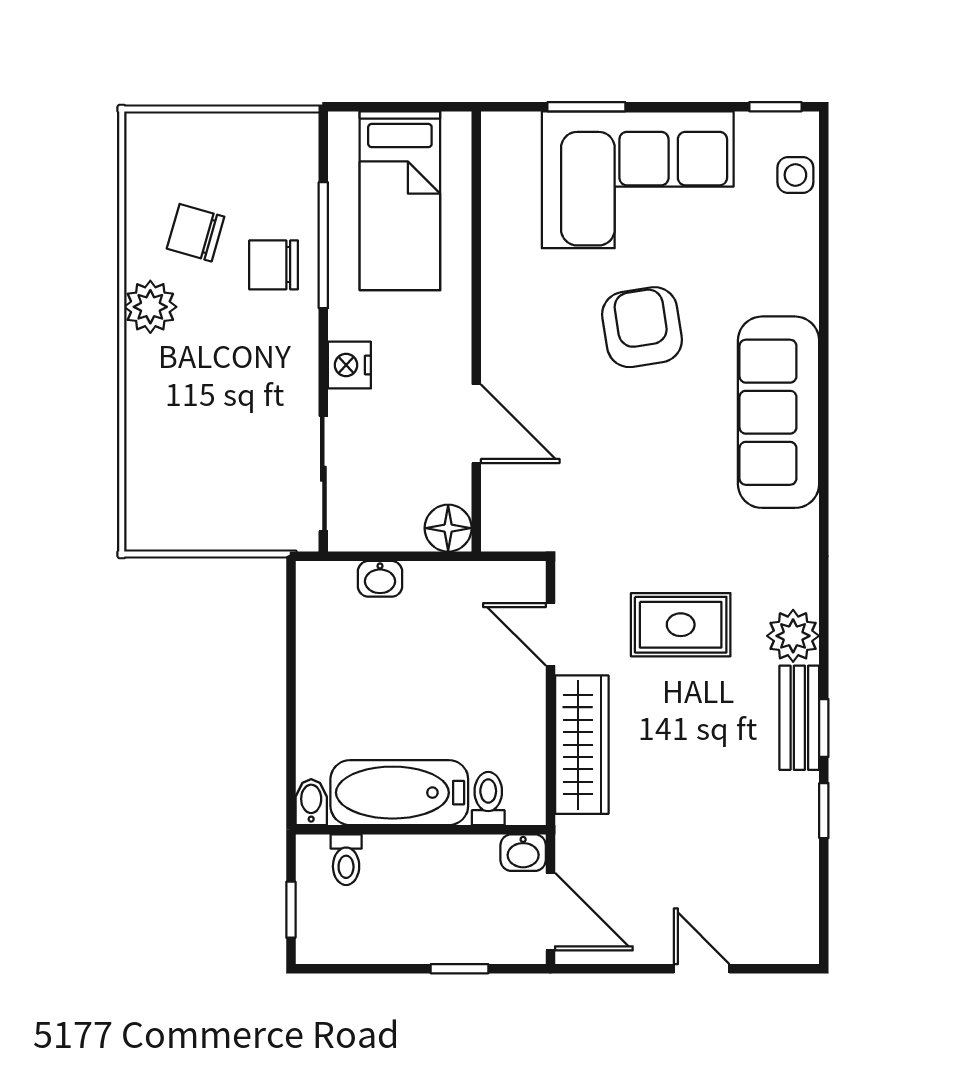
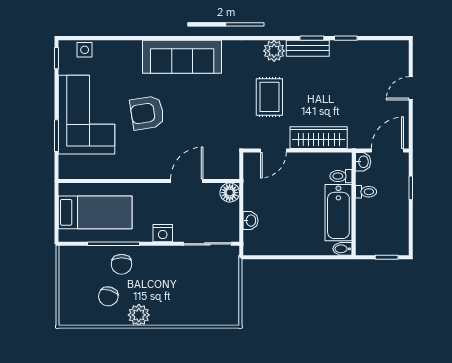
toilet: (346, 860) -> (366, 192), moved

